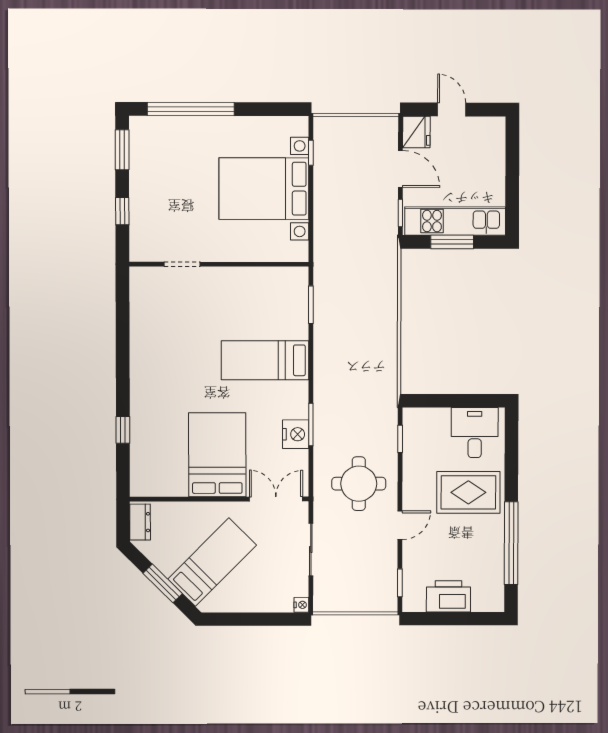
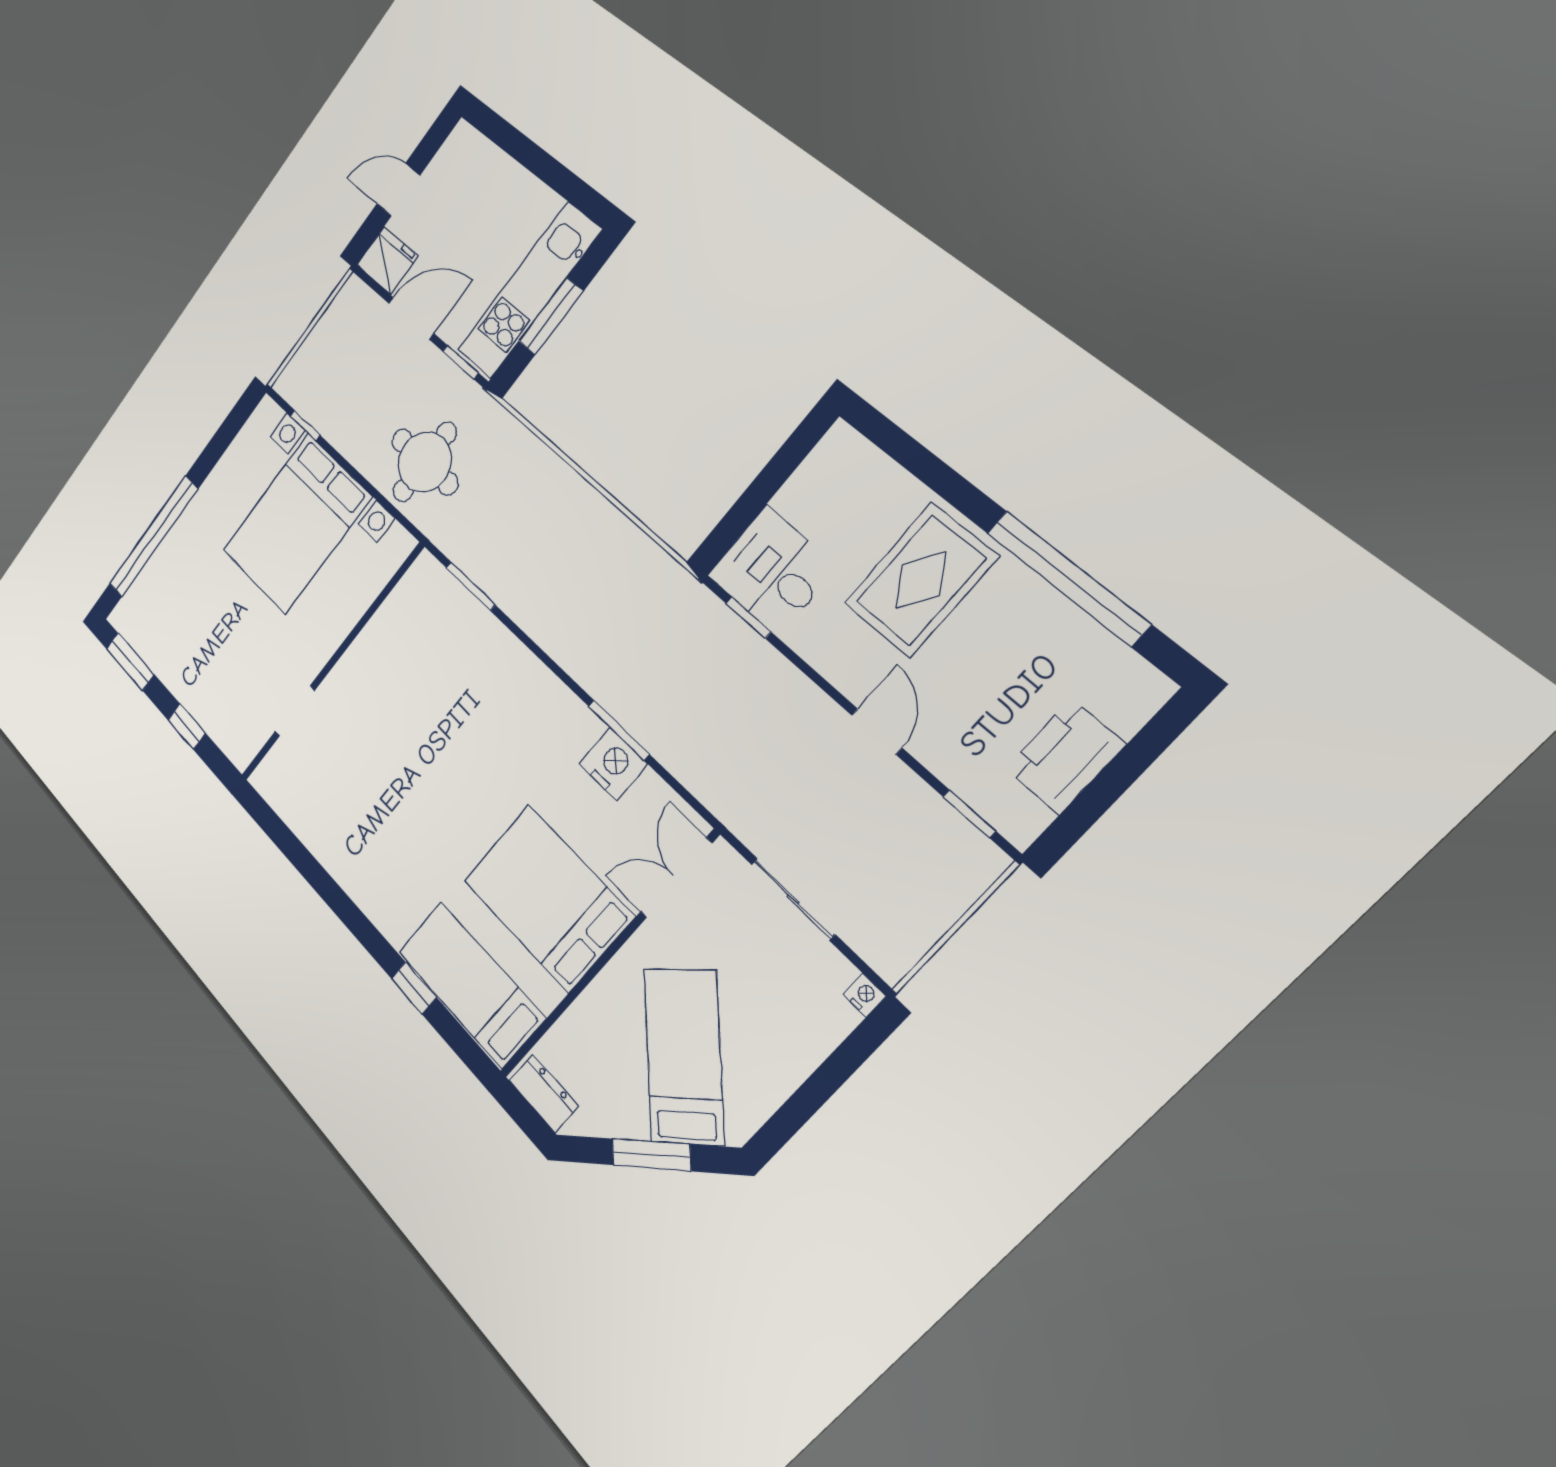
bed: (265, 360) -> (471, 985), moved, turned 90
desk: (475, 433) -> (772, 571), moved
round table: (359, 484) -> (425, 462), moved

